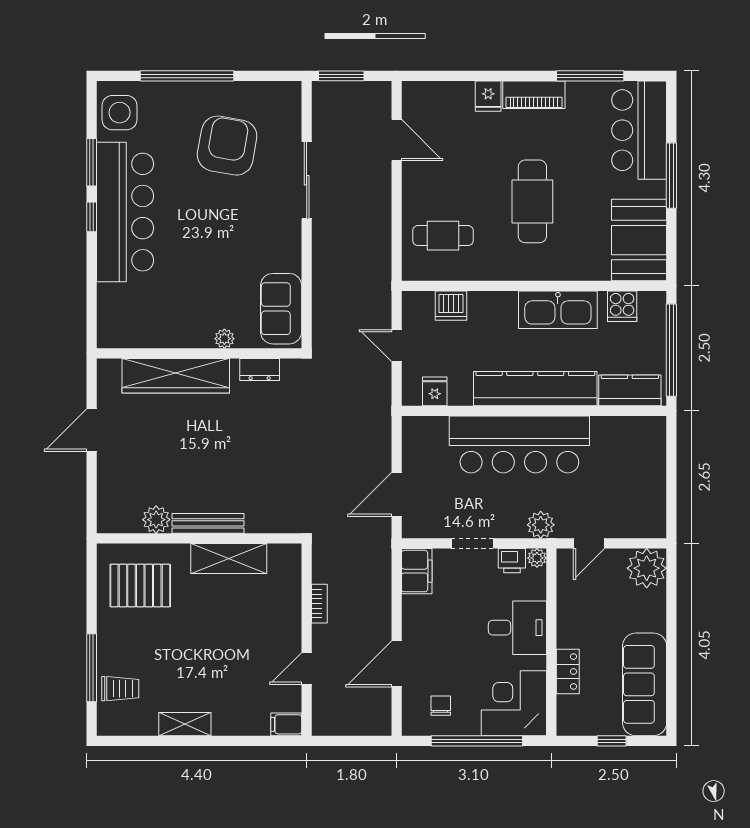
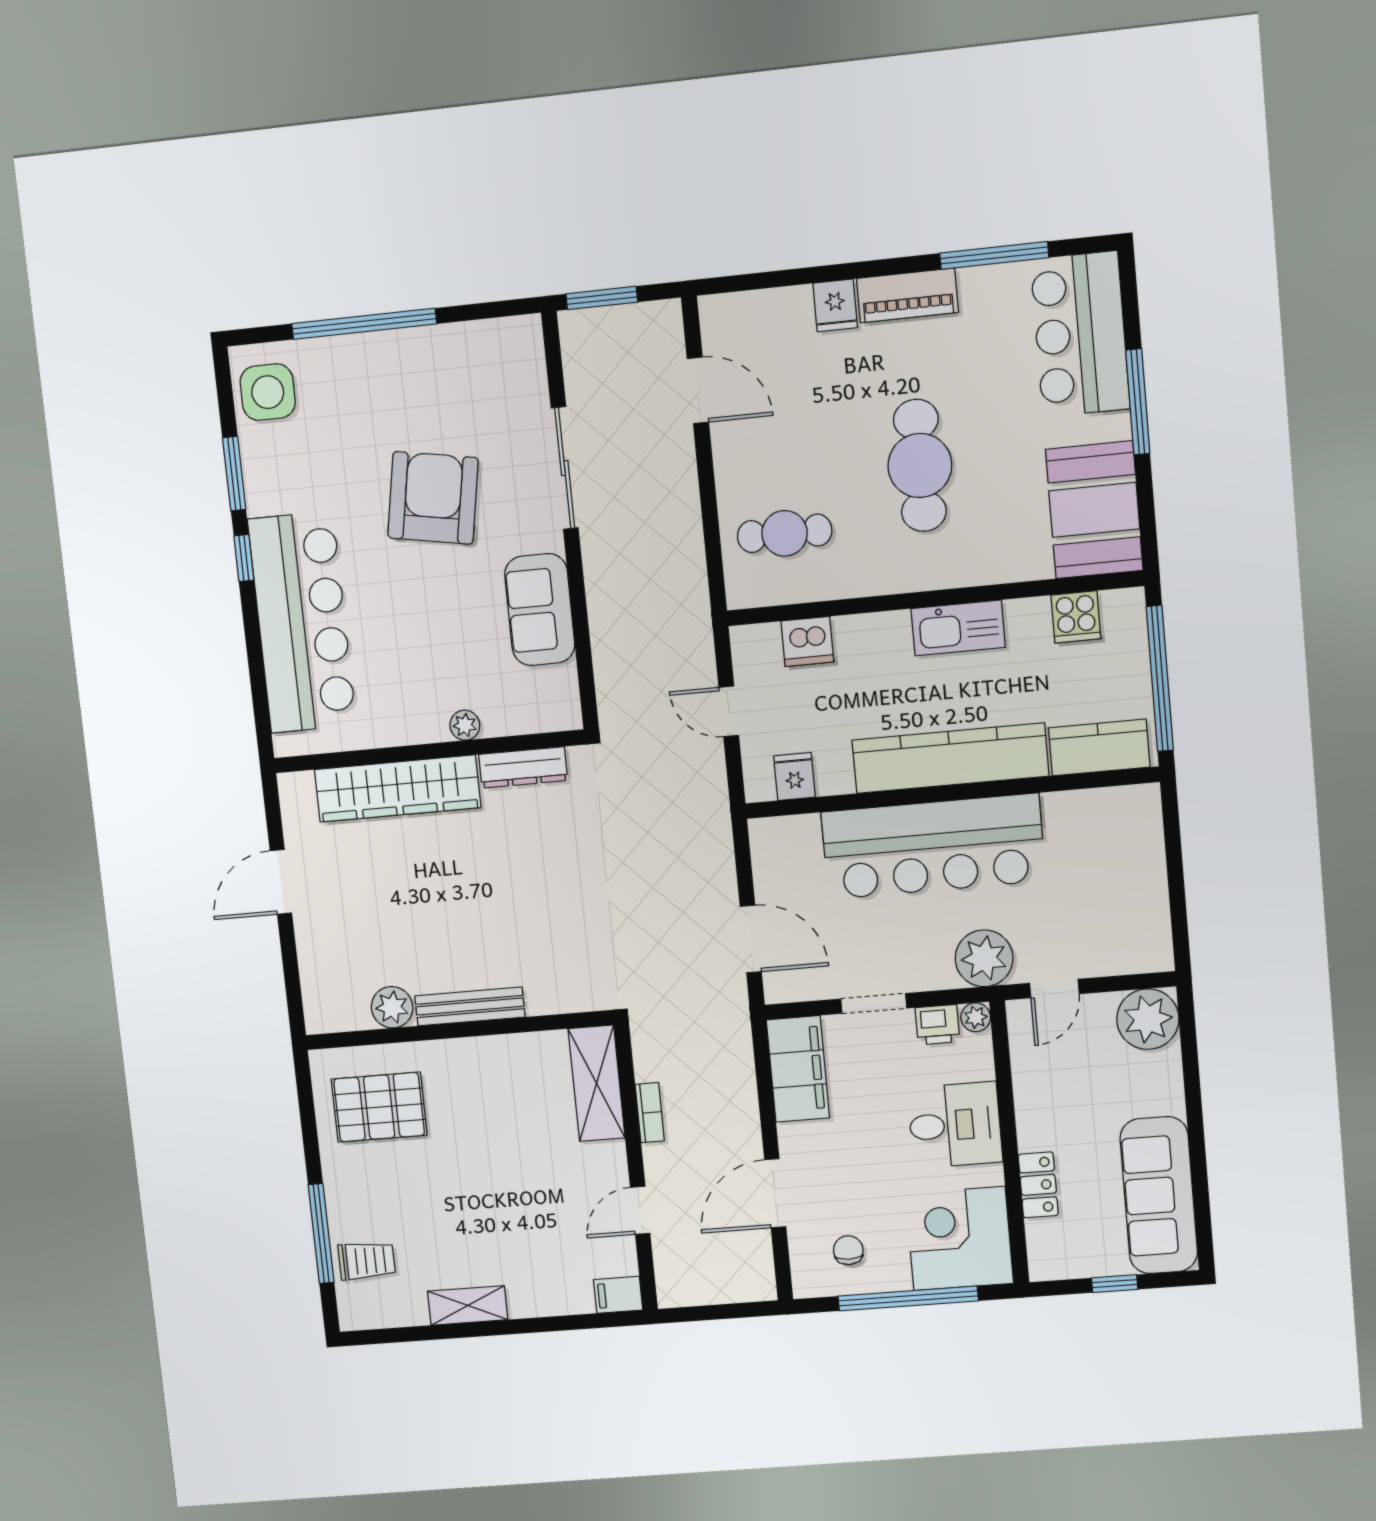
armchair: (227, 146) -> (433, 498), moved
bar counter: (125, 212) -> (302, 622), moved
sofa: (281, 309) -> (540, 610), moved
kitchen sink: (558, 310) -> (958, 628), width x0.73, depth x0.81
dresser: (260, 369) -> (523, 767), width x1.44
door: (397, 494) -> (751, 939), swing flipped
plant: (541, 525) -> (984, 958), width x1.36, depth x1.36
shelving: (229, 559) -> (597, 1083), moved, turned 90
filing cabinet: (417, 571) -> (798, 1069), width x1.50, depth x1.17

